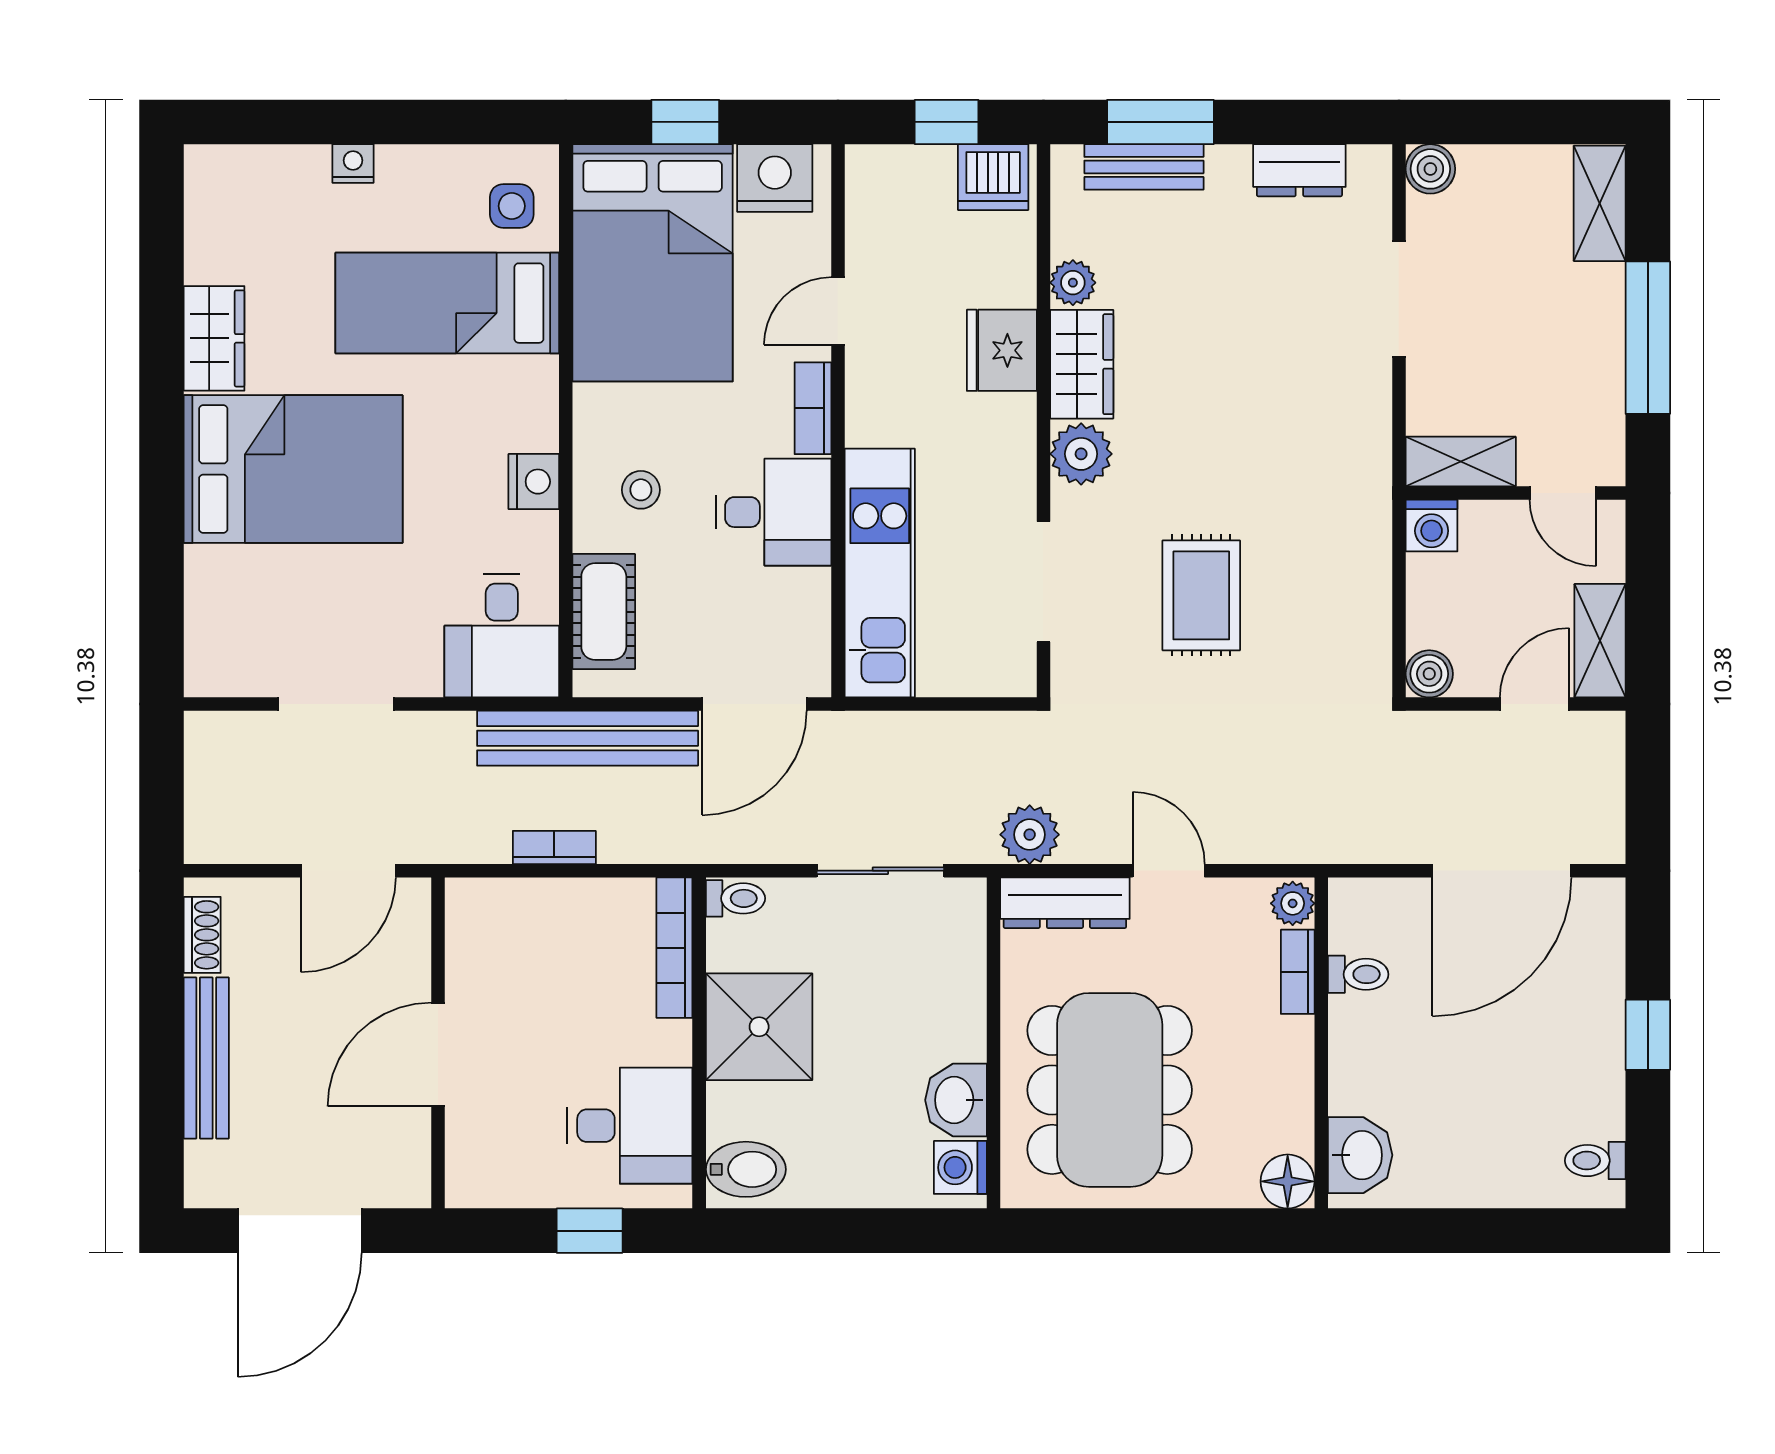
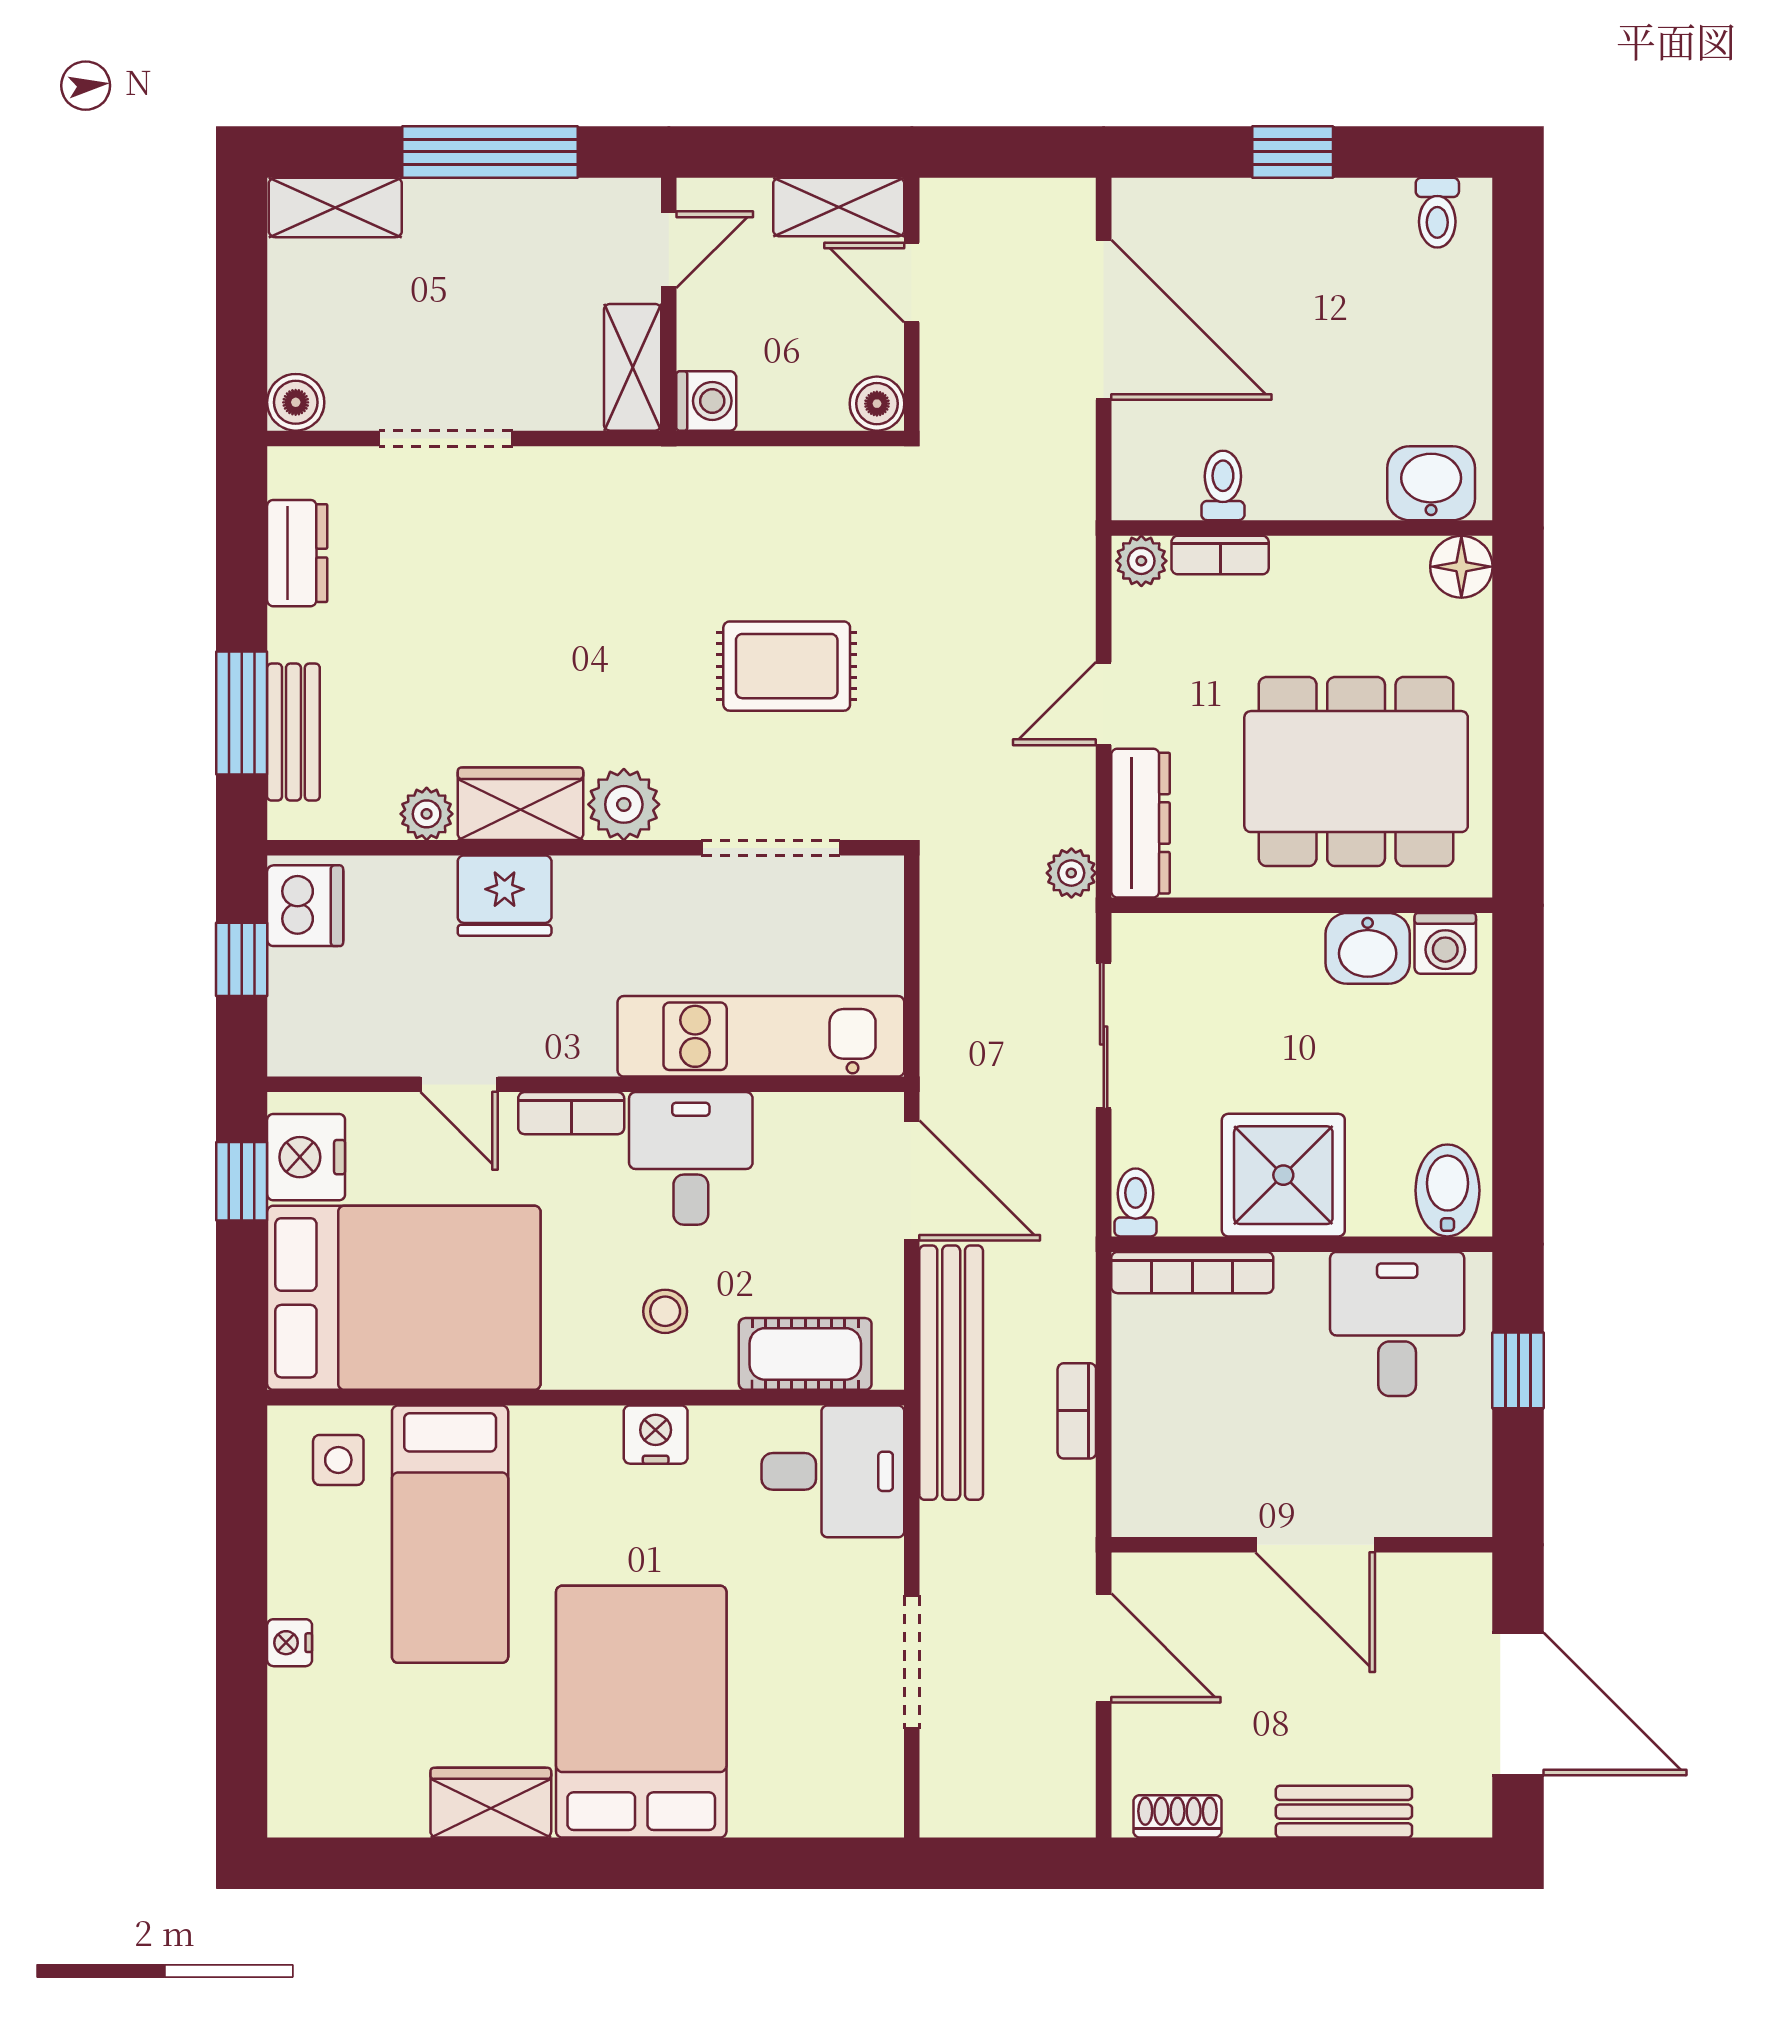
window: (685, 122) -> (242, 1181), moved
plant: (1030, 835) -> (1071, 873), width x0.73, depth x0.73
bench: (206, 1058) -> (1344, 1812), width x0.73

